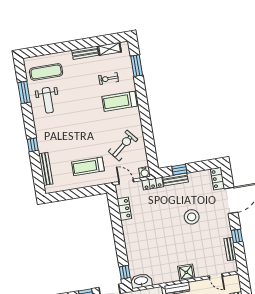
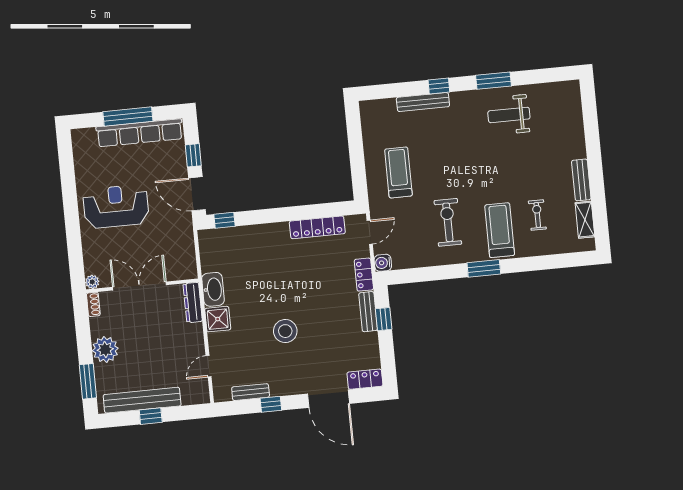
window: (137, 66) -> (484, 268), moved
exercise mat: (46, 72) -> (555, 115), removed
window: (24, 92) -> (494, 81), moved
exercise bike: (123, 145) -> (448, 222), moved, turned -140
bench: (46, 169) -> (423, 102), moved
locker: (124, 209) -> (317, 227), width x1.53
stool: (192, 217) -> (285, 331), moved
washbasin: (141, 281) -> (213, 289), moved

